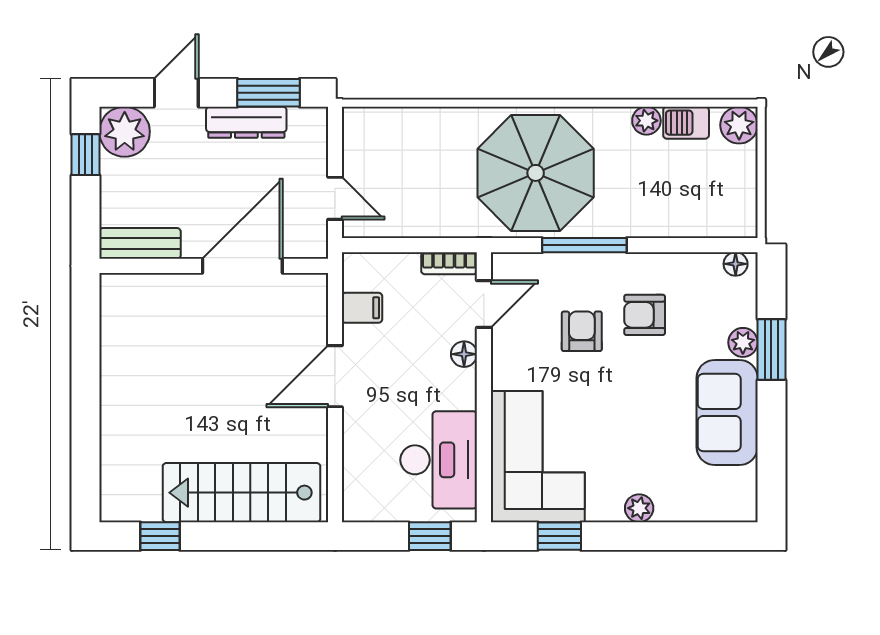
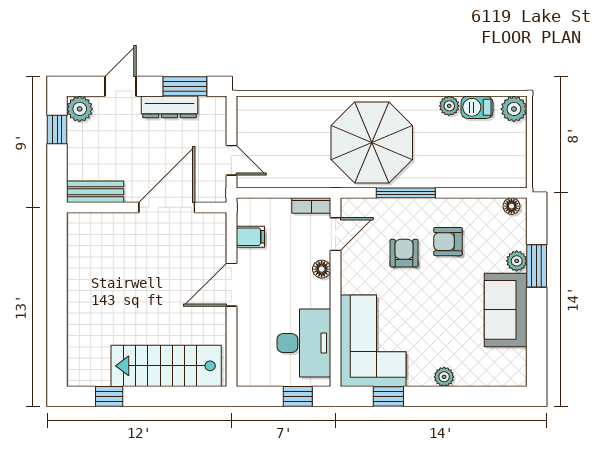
plant: (125, 132) -> (80, 109), width x0.73, depth x0.73

